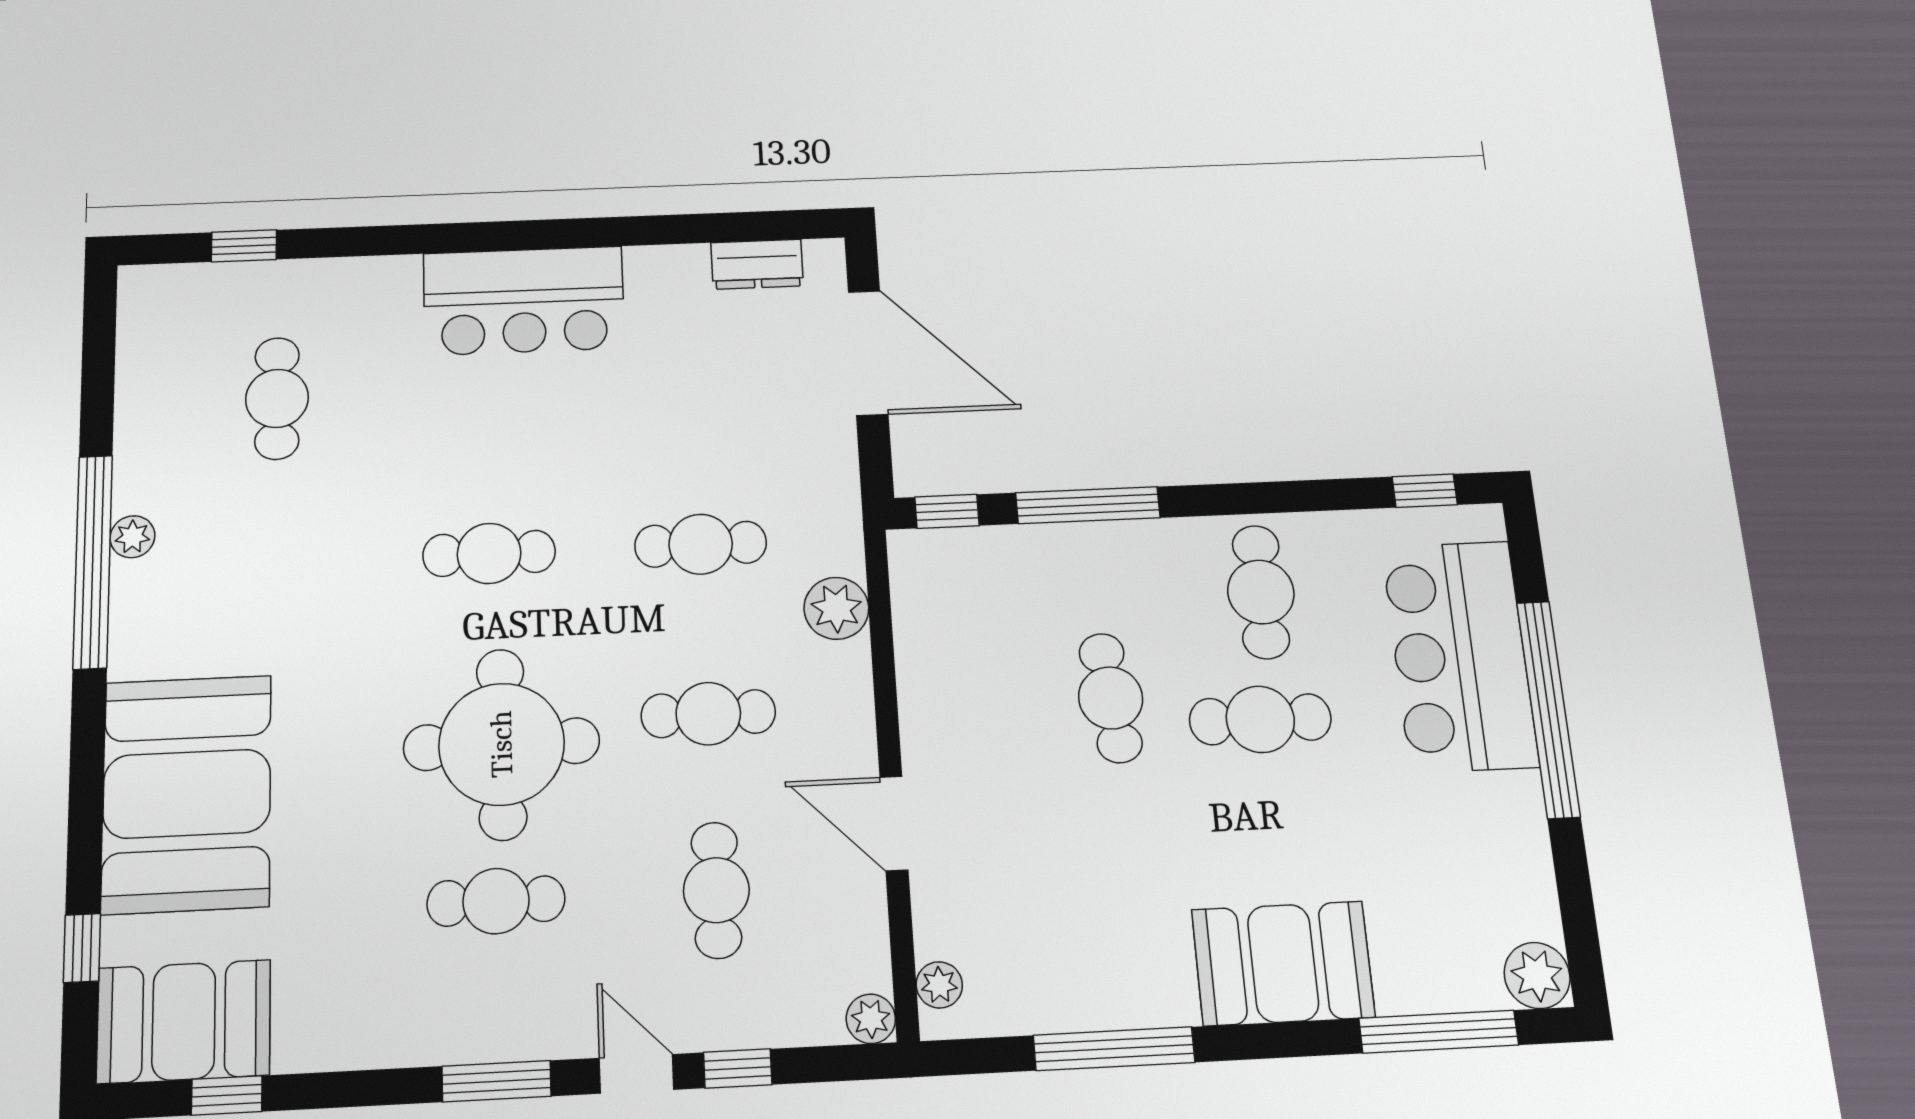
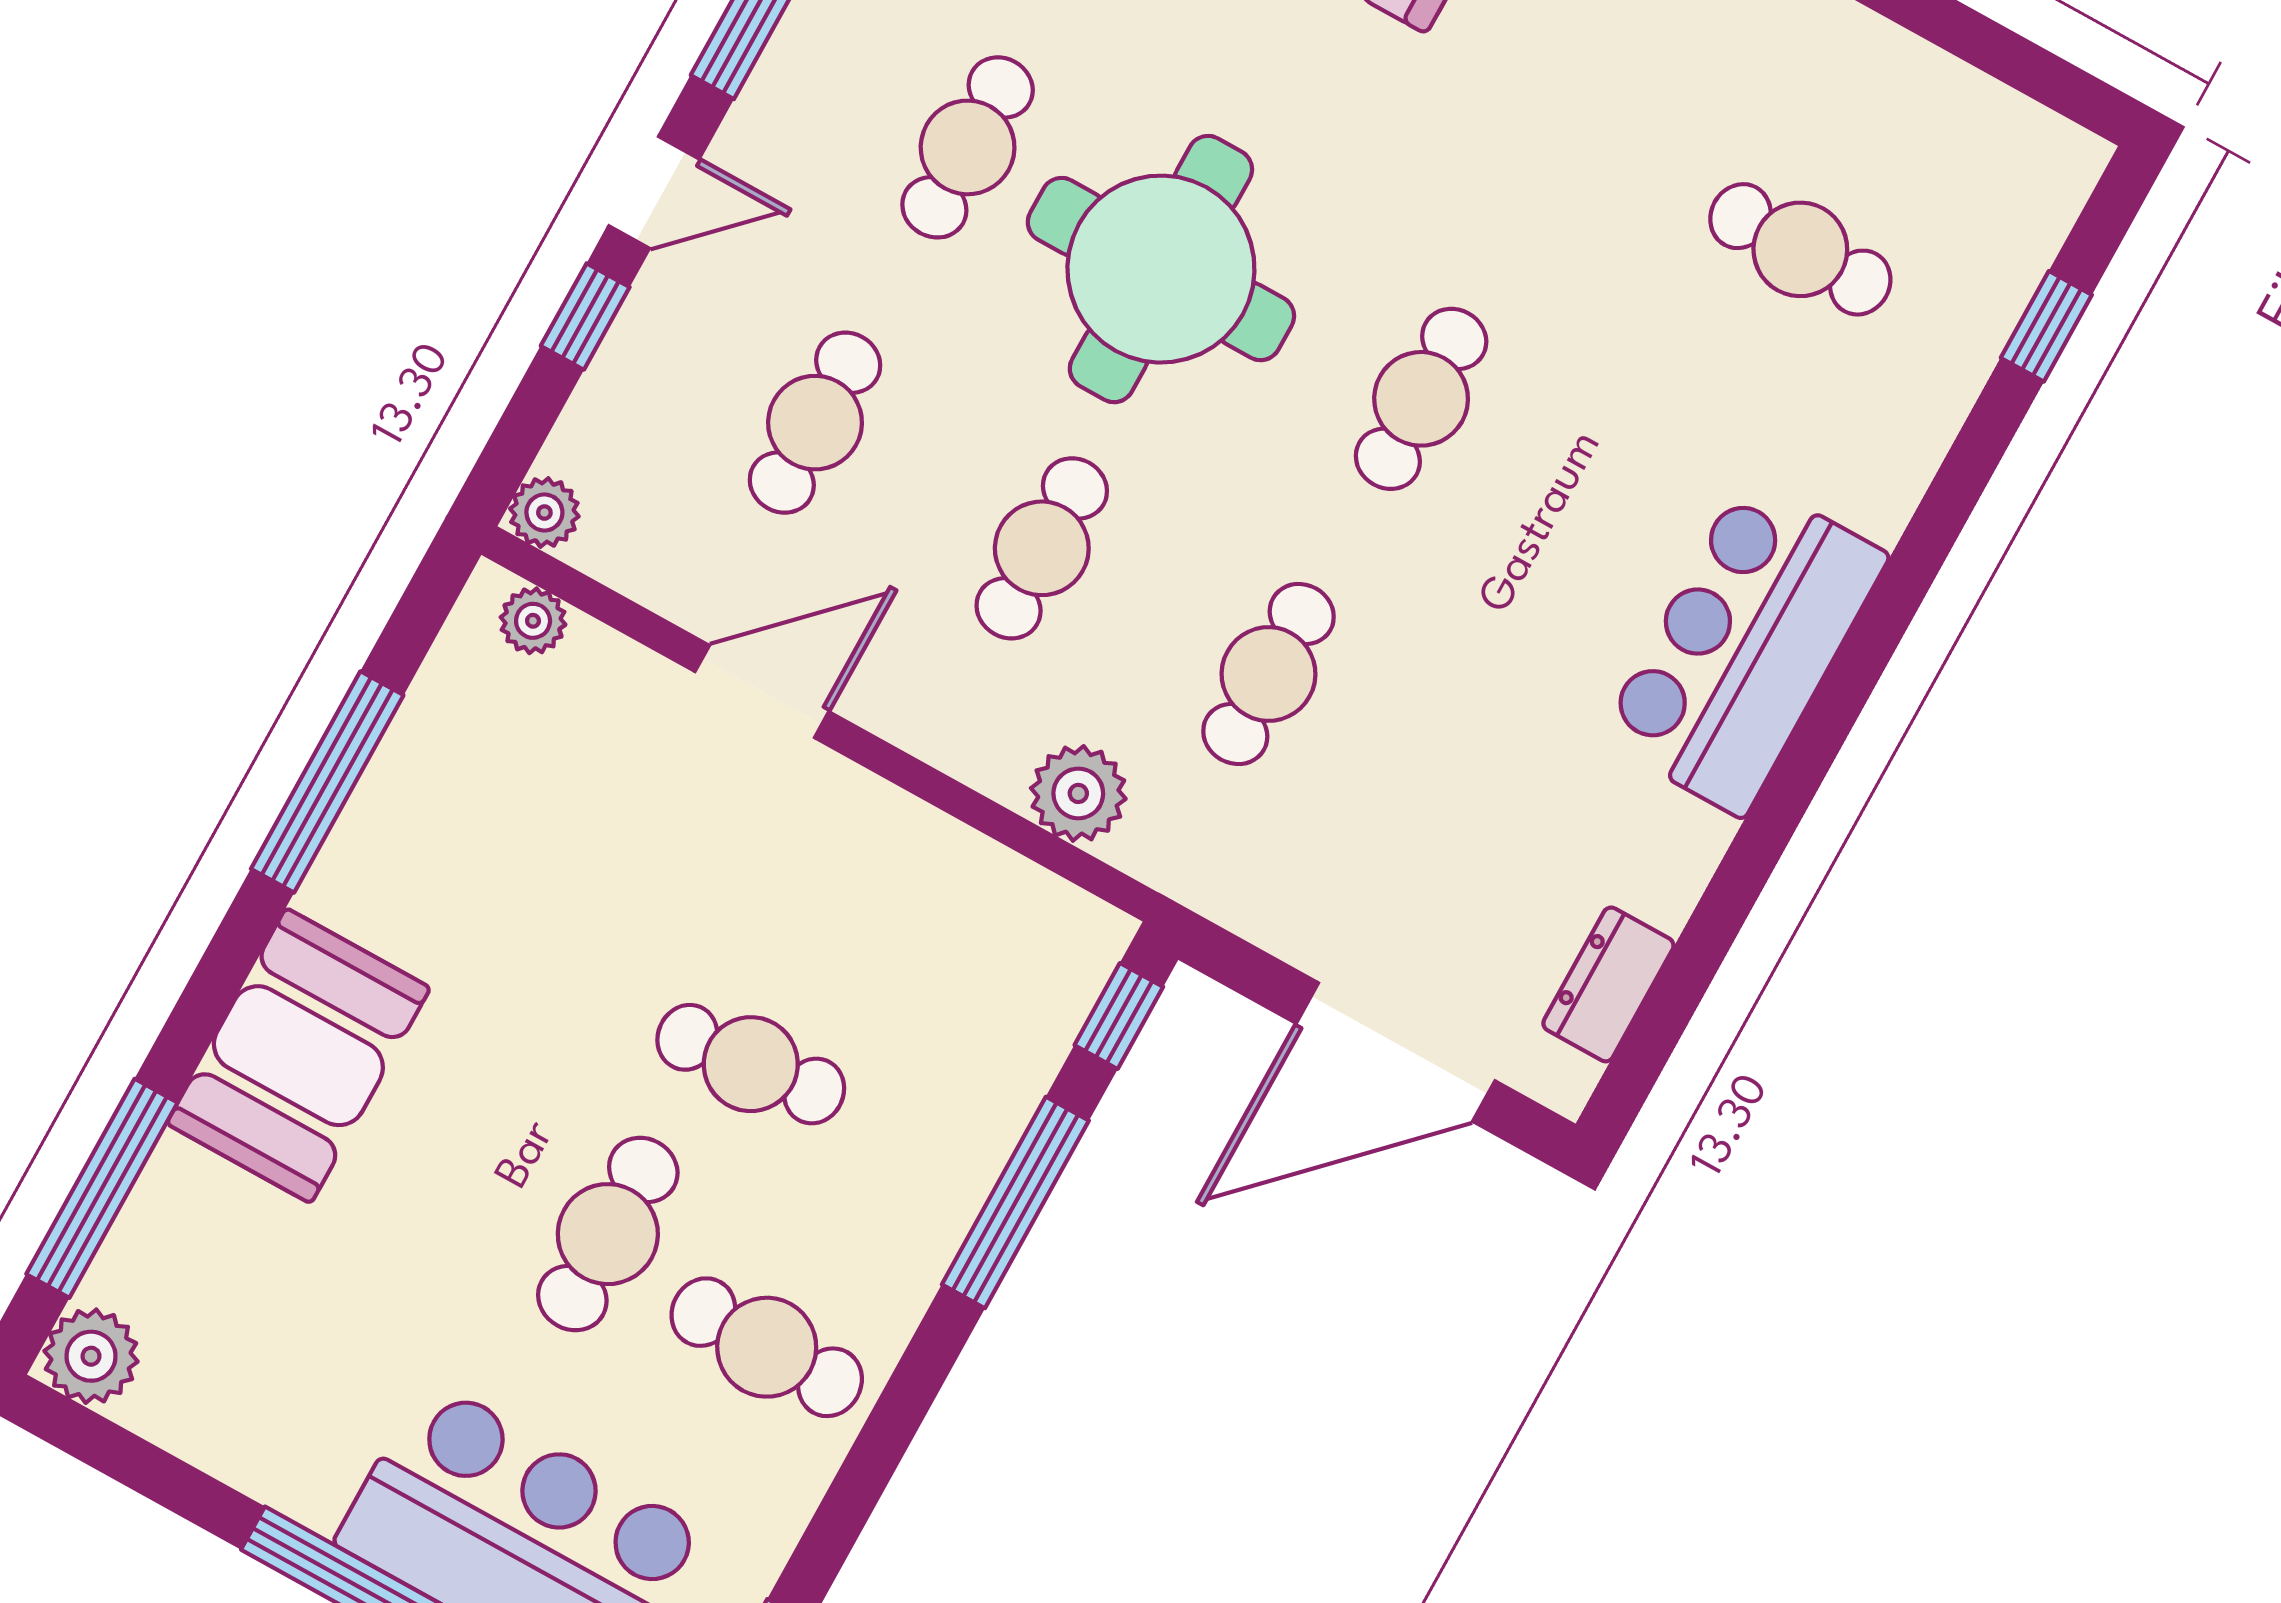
cafe table: (716, 890) -> (815, 423), turned 90

